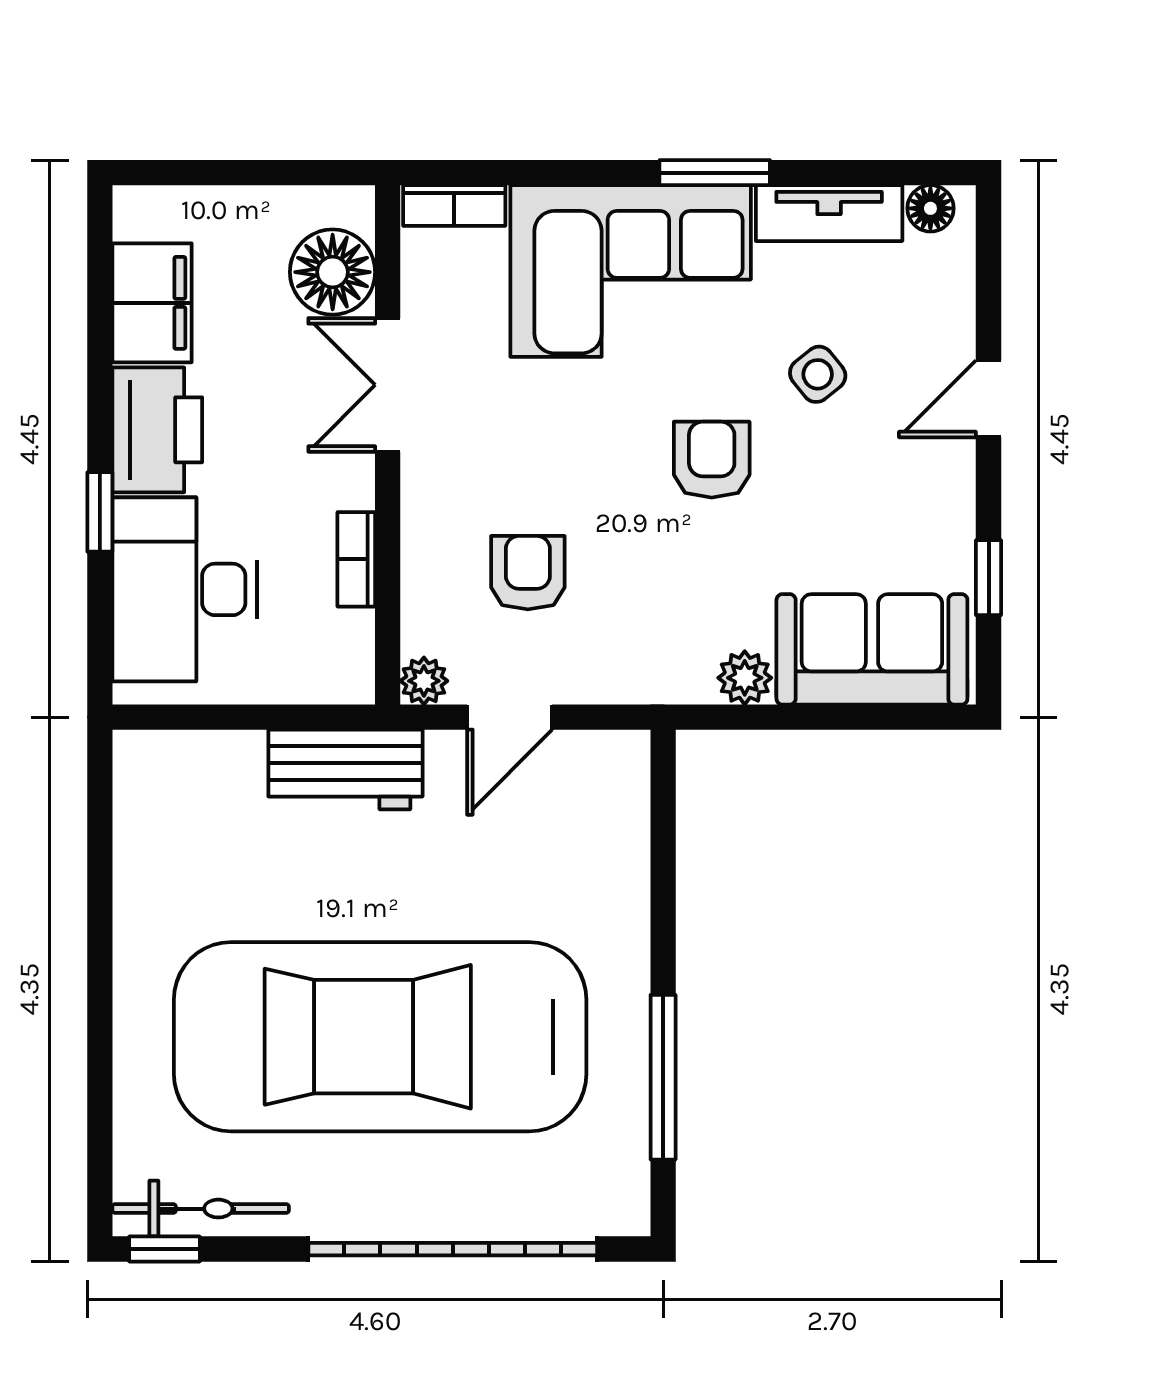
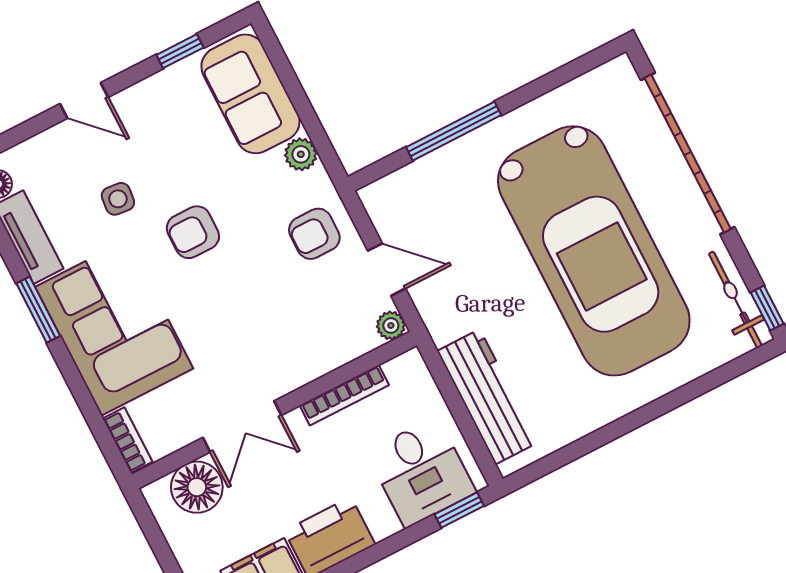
side table: (818, 374) -> (118, 199), turned 45
window: (100, 512) -> (459, 510), moved
bookcase: (356, 559) -> (344, 395), width x1.56
armchair: (528, 573) -> (314, 234), moved
desk: (185, 589) -> (421, 472), width x0.73
workbench: (345, 769) -> (488, 397), moved, width x1.37
window: (663, 1077) -> (454, 131), moved

